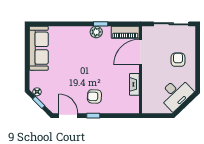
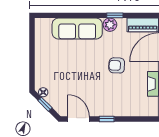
sofa: (39, 48) -> (77, 29), moved, turned 90
armchair: (94, 96) -> (117, 65), moved

